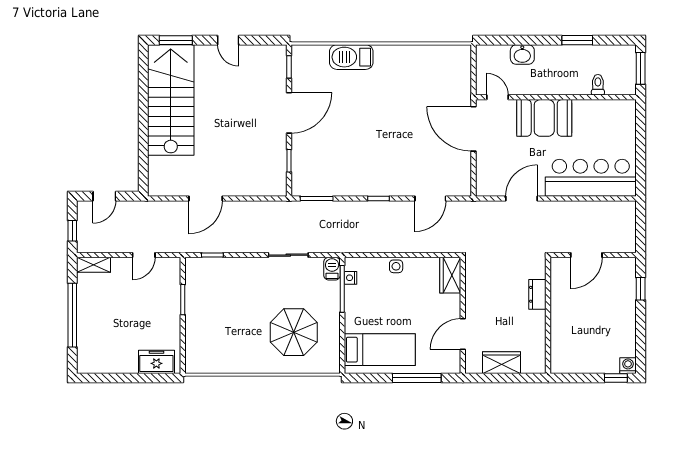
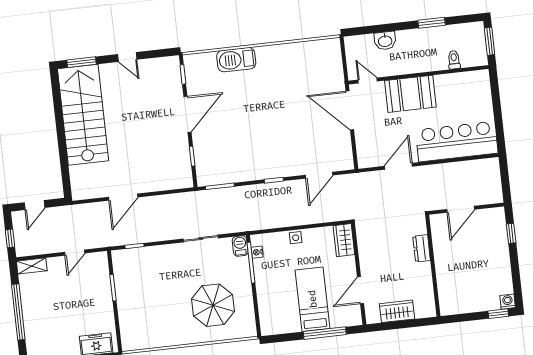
bed: (380, 350) -> (313, 299), moved, turned -90

